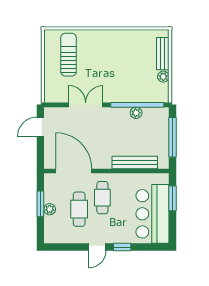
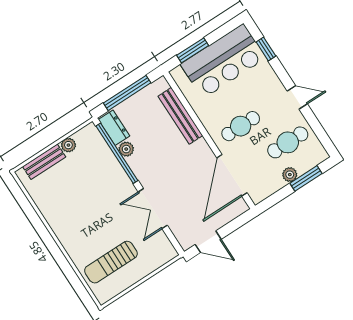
dresser: (155, 114) -> (114, 128), added
window: (40, 204) -> (306, 178), moved
cafe table: (79, 209) -> (288, 142), moved
window: (122, 247) -> (266, 49), moved

